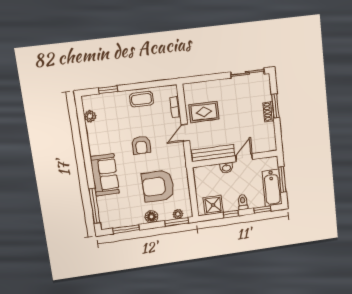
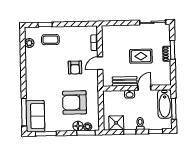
coffee table: (142, 99) -> (50, 40), moved
rug: (204, 112) -> (141, 56), moved
armchair: (141, 145) -> (75, 67), moved
bench: (213, 153) -> (125, 81), width x0.73
sofa: (105, 175) -> (35, 116), moved
bathtub: (272, 188) -> (165, 104), moved
floor lamp: (151, 217) -> (78, 126), moved

